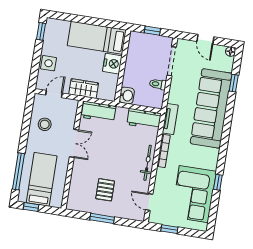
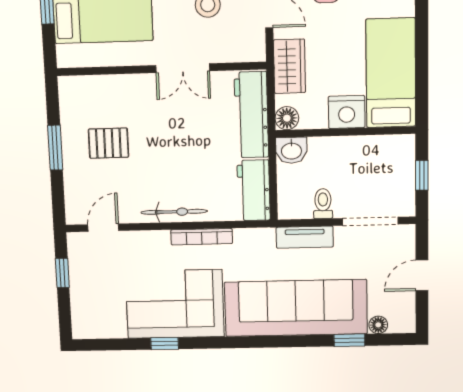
floor lamp: (231, 52) -> (378, 325), moved
floor lamp: (110, 95) -> (287, 118), added
workbench: (99, 112) -> (251, 115), width x1.38
tv unit: (170, 119) -> (305, 237), moved
corner sofa: (194, 194) -> (175, 304), moved

